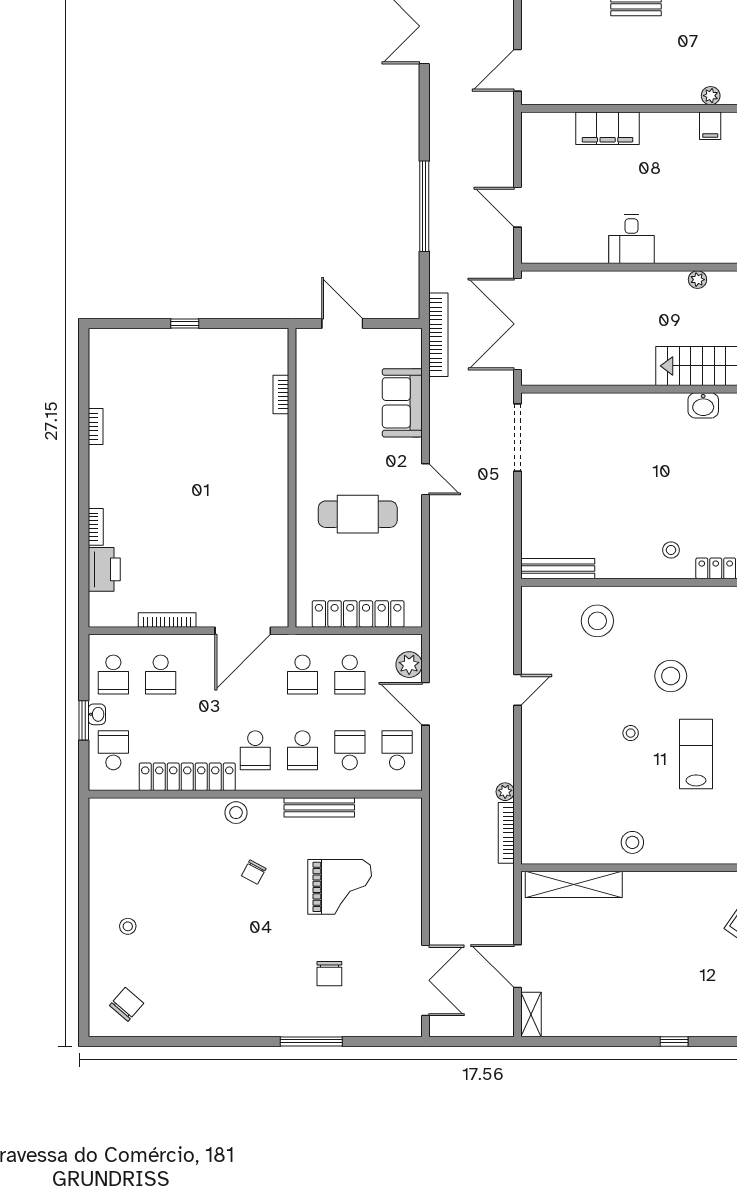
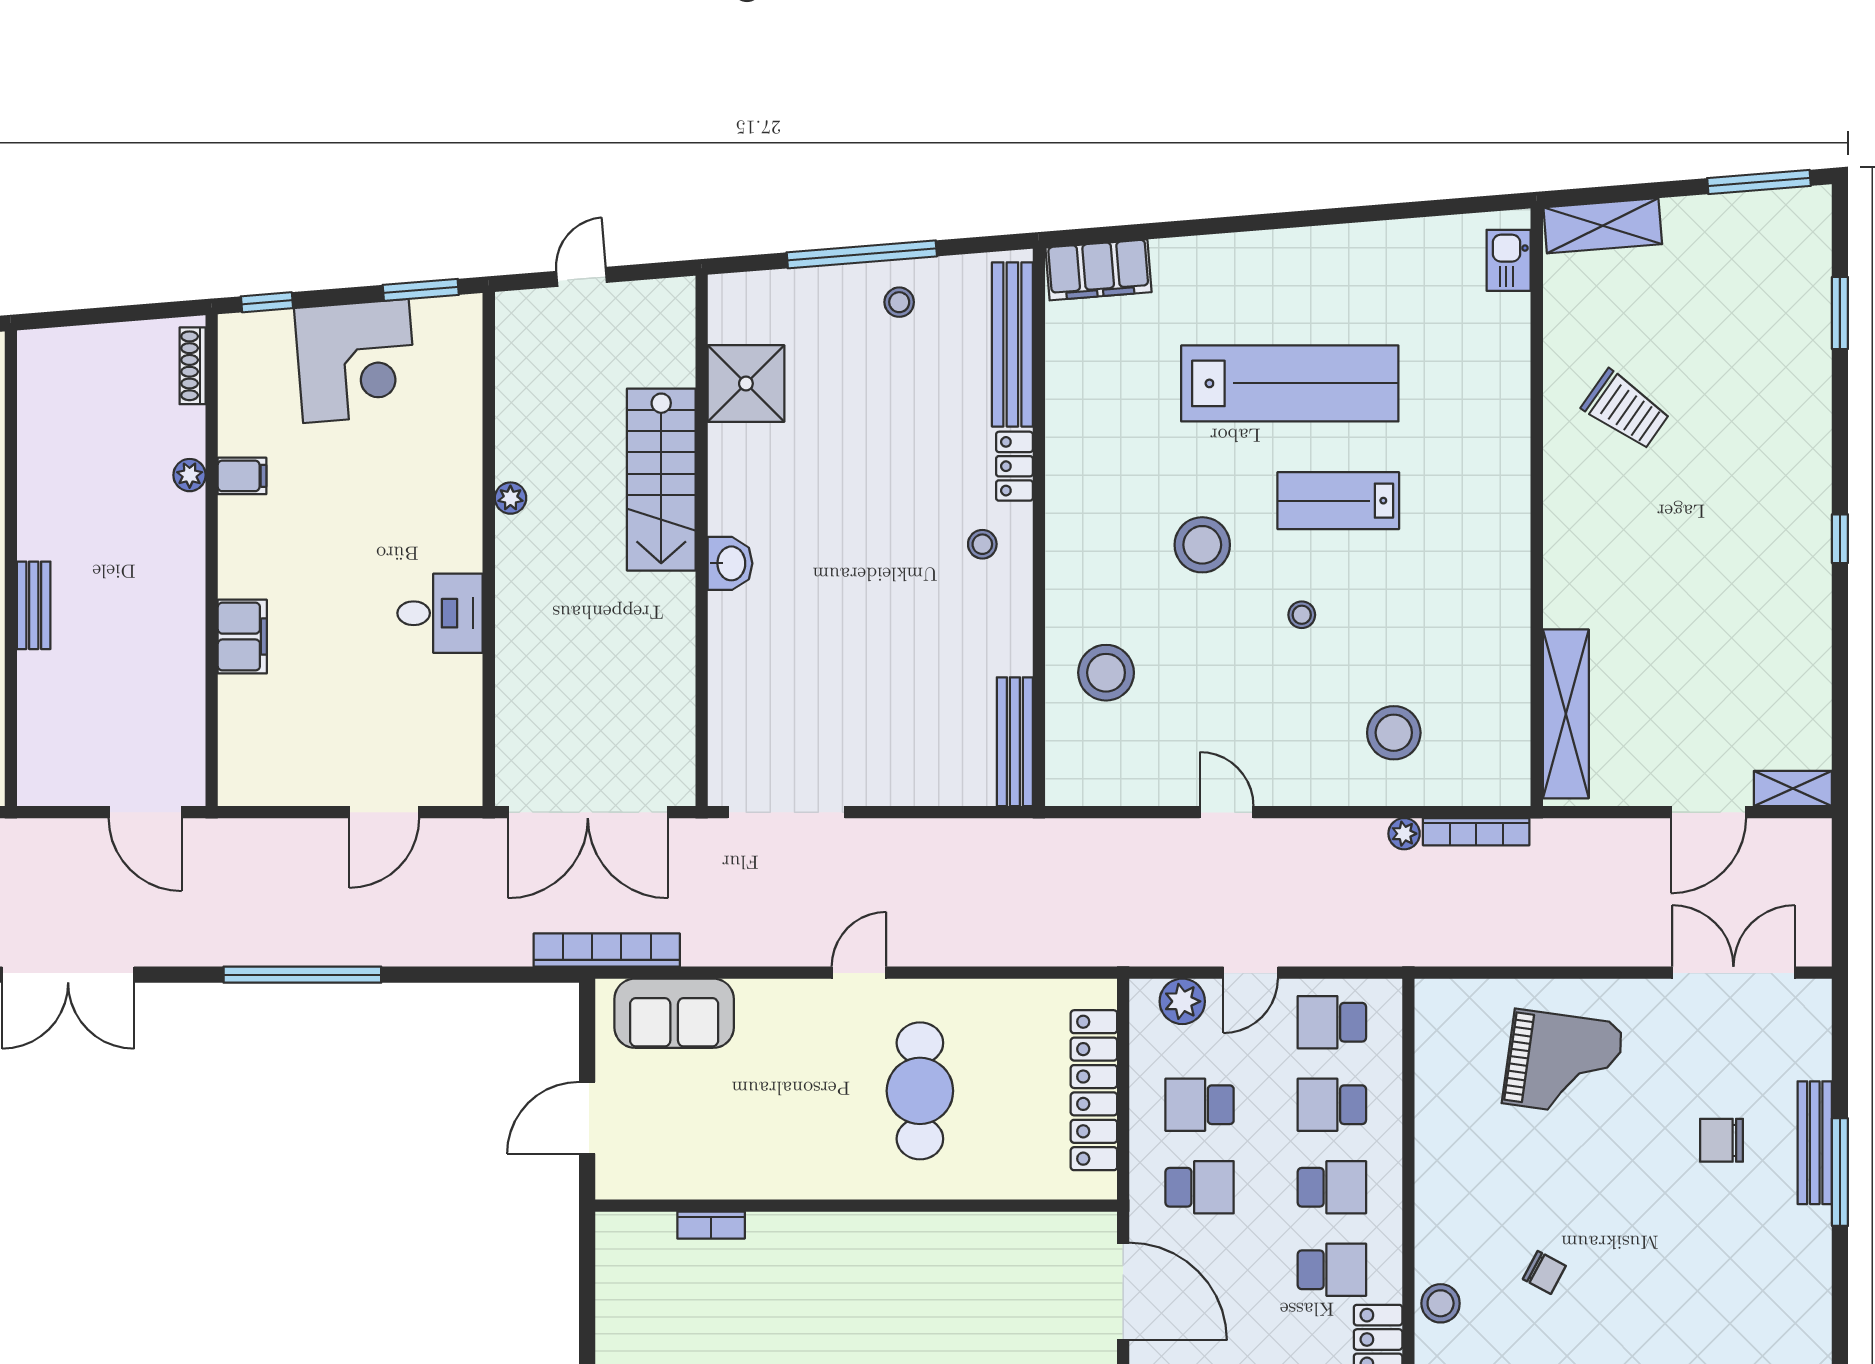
filing cabinet: (608, 128) -> (242, 637), width x0.67, depth x0.86
window: (424, 206) -> (302, 975), moved
sofa: (402, 403) -> (674, 1013), moved
washbasin: (703, 405) -> (730, 563), moved
school desk: (350, 674) -> (1200, 1105), turned 180
door: (425, 704) -> (1251, 973), width x0.73
bench: (319, 807) -> (1815, 1143), moved
stool: (632, 842) -> (1394, 733), moved, width x1.38, depth x1.38
grand piano: (340, 887) -> (1563, 1063), moved, turned 98
chair: (329, 974) -> (1722, 1140), turned 180

